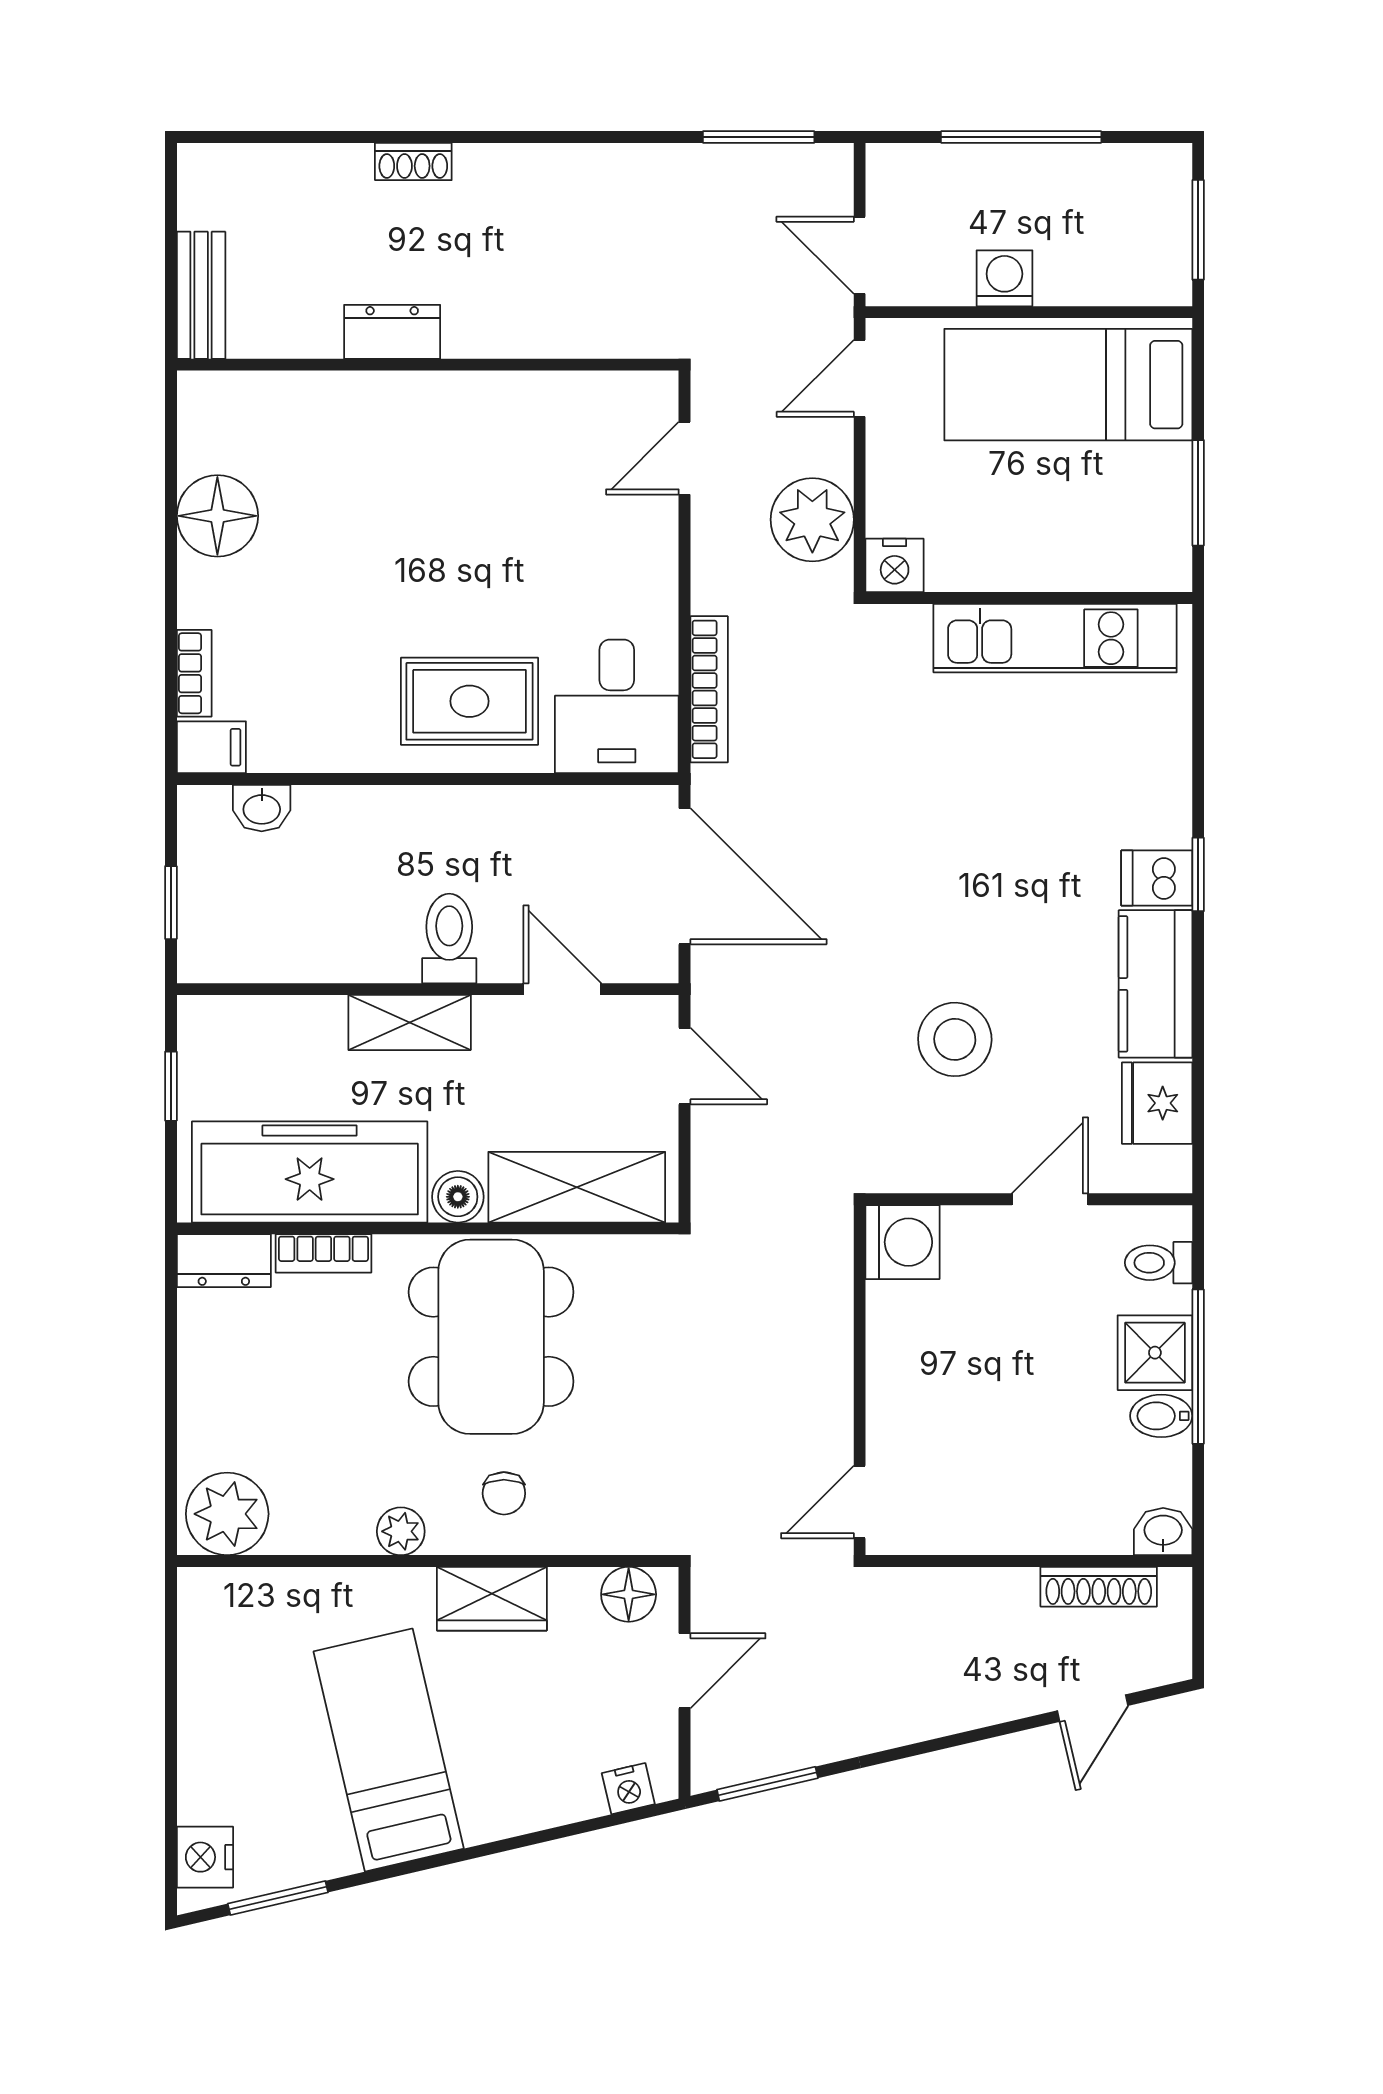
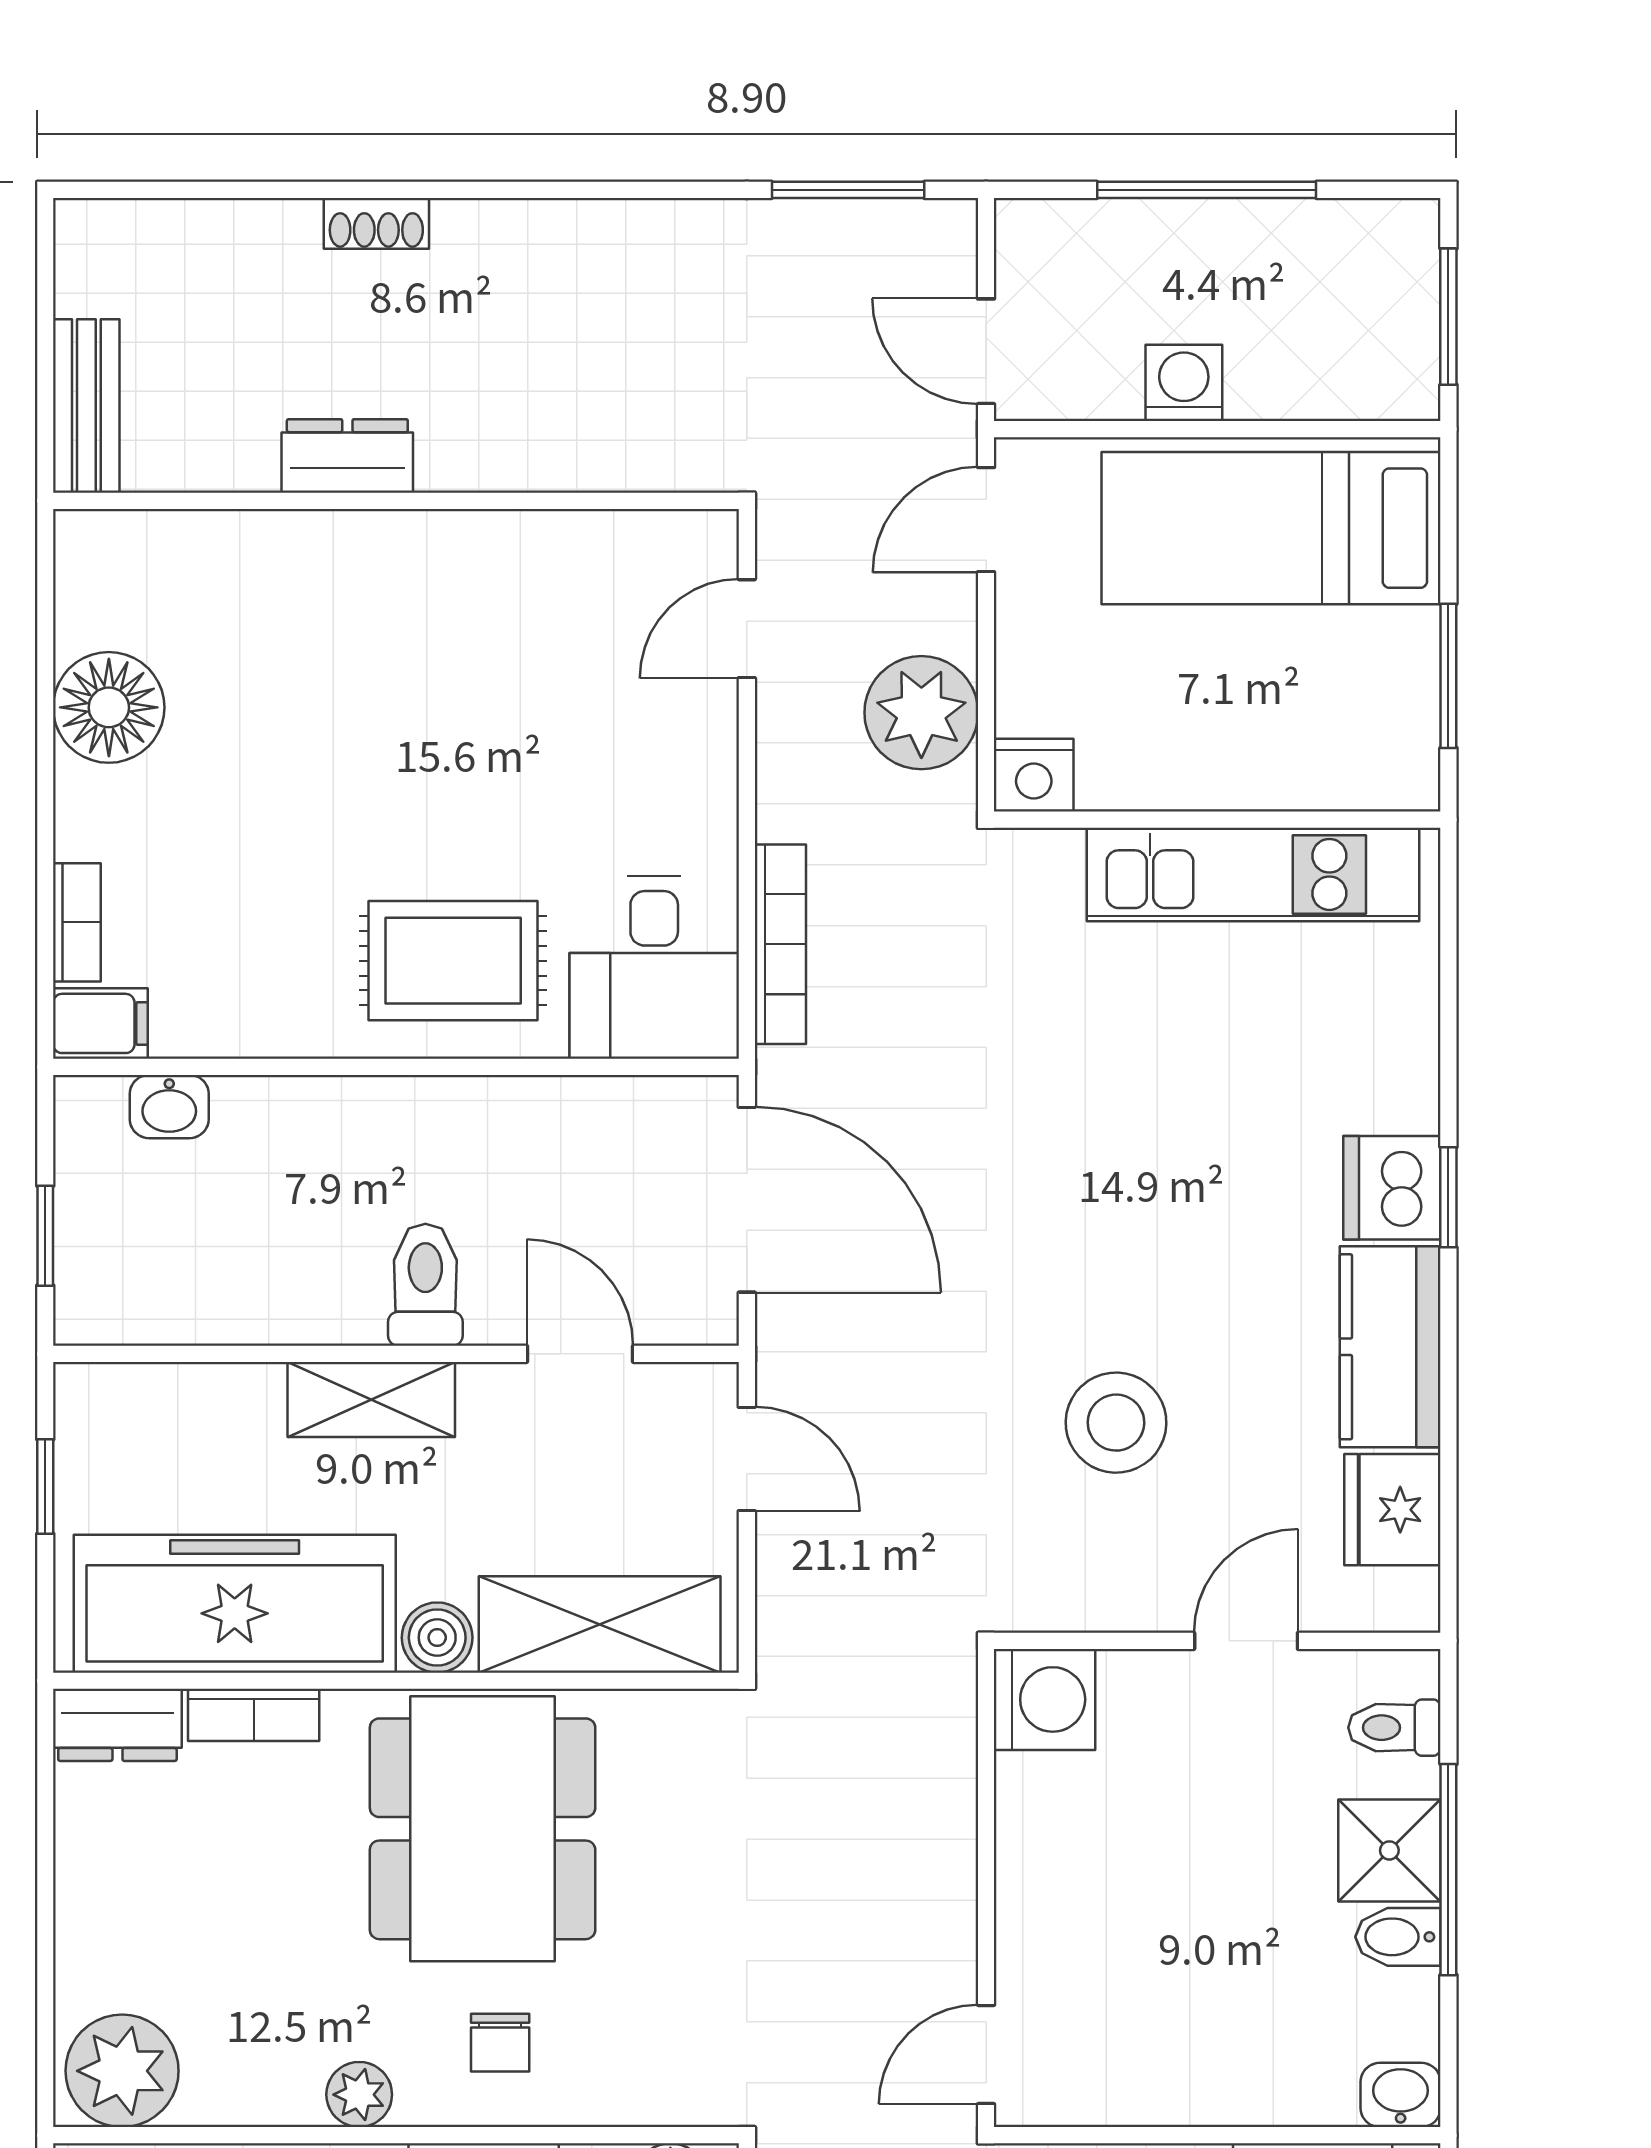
dishwasher: (1157, 878) -> (1392, 1188), width x1.38

